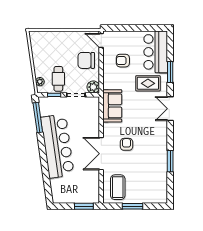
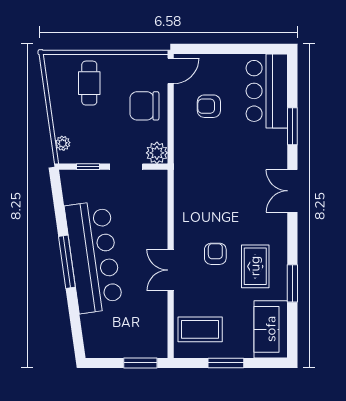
door: (101, 41) -> (171, 71), swing flipped
cafe table: (58, 79) -> (89, 83), moved
rug: (148, 83) -> (255, 266), moved, turned 90
sofa: (112, 106) -> (271, 329), moved, turned 180
window: (38, 117) -> (67, 262), moved
double door: (101, 154) -> (171, 270), width x0.73
coffee table: (118, 187) -> (200, 329), turned 90

